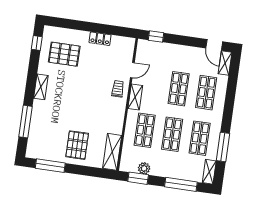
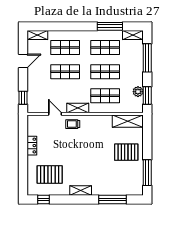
door: (214, 45) -> (23, 61), moved
pallet: (64, 54) -> (50, 174), turned 90

